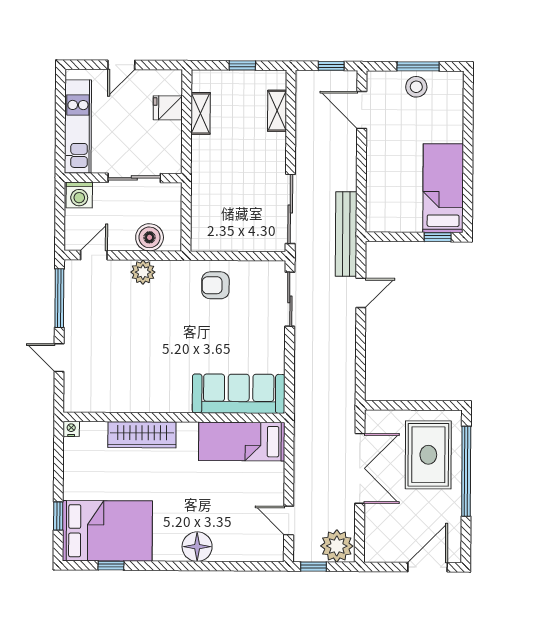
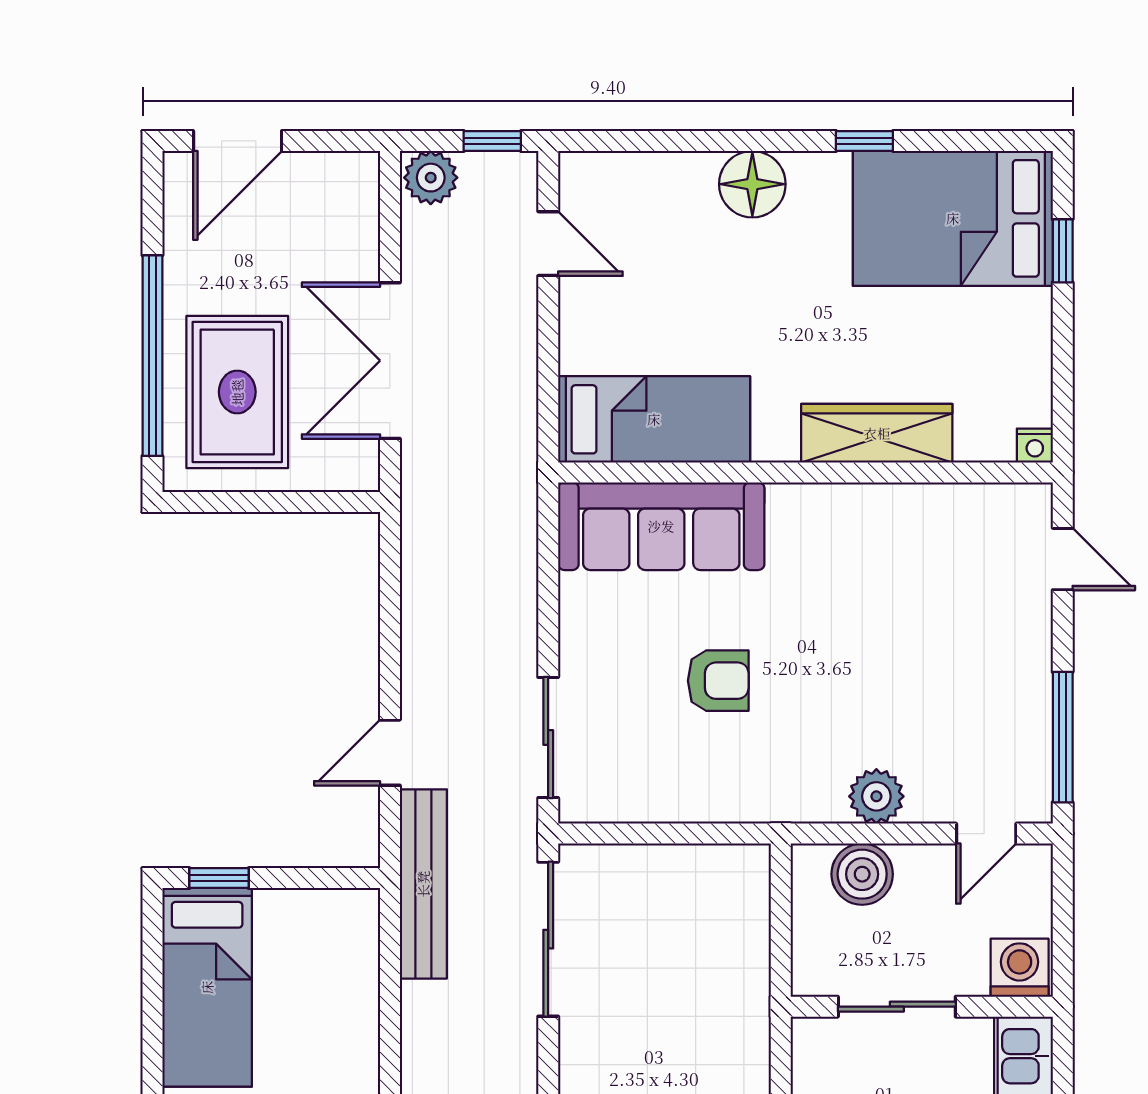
armchair: (215, 285) -> (718, 681), moved
door: (59, 358) -> (1063, 559), moved
plant: (337, 546) -> (431, 178), width x0.73, depth x0.73
window: (111, 566) -> (864, 141), moved

